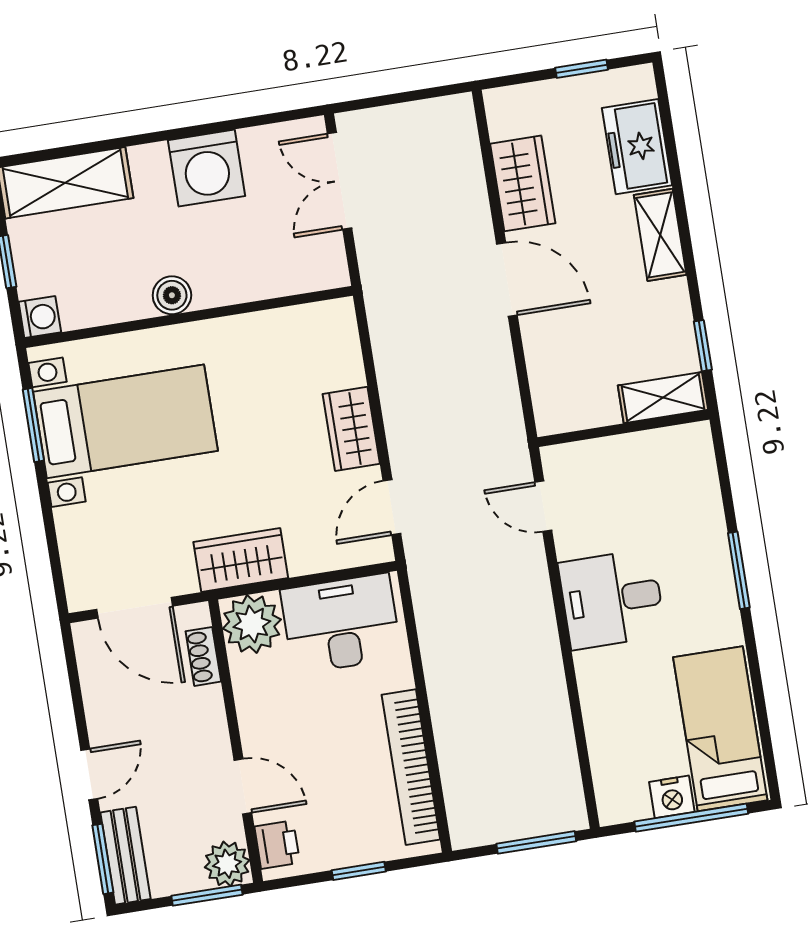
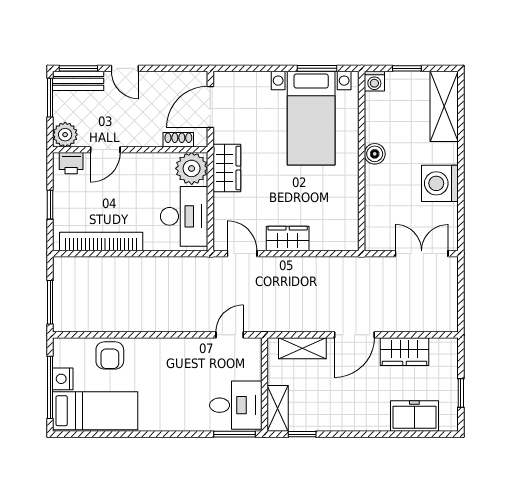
shelving: (660, 235) -> (302, 348), moved
window: (739, 570) -> (234, 434), moved
desk: (612, 599) -> (236, 405), moved, turned 90
armchair: (616, 718) -> (110, 355), added
window: (207, 895) -> (50, 98), moved

